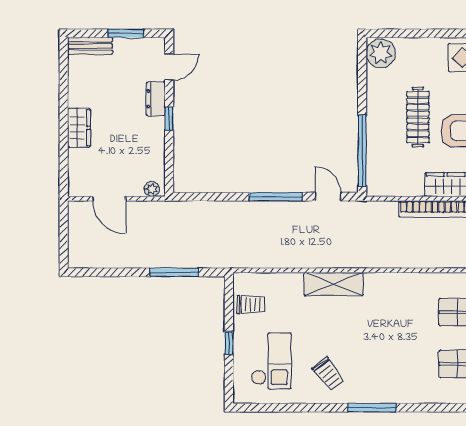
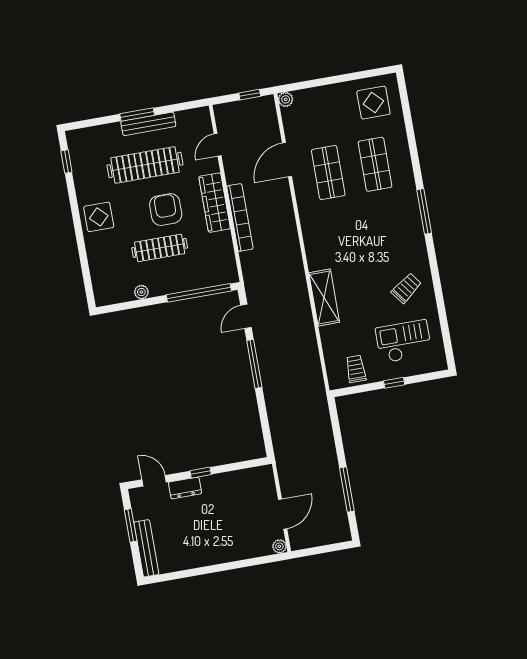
bench: (90, 46) -> (146, 548), width x1.36
plant: (381, 53) -> (141, 292), moved, width x0.53, depth x0.53
wardrobe: (79, 128) -> (223, 553), removed
plant: (152, 189) -> (279, 546), moved
window: (174, 272) -> (347, 489), moved
window: (372, 408) -> (424, 211), moved

